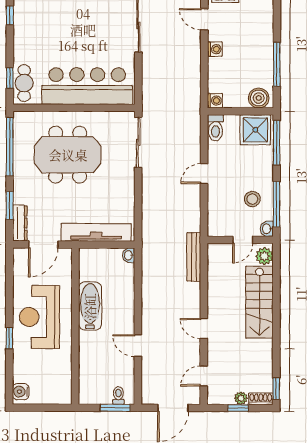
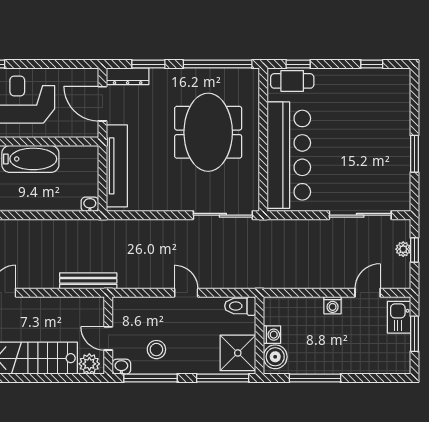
washing machine: (215, 101) -> (272, 335), moved, turned -90

